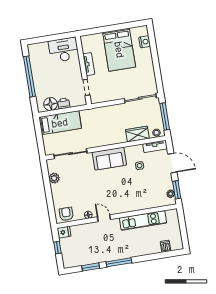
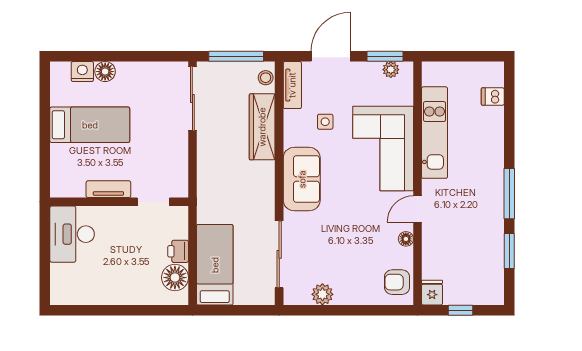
bed: (119, 50) -> (90, 125), width x0.67
floor lamp: (147, 53) -> (105, 72), added
window: (29, 76) -> (114, 310), removed
wardrobe: (137, 134) -> (262, 127), width x1.50
corner sofa: (131, 196) -> (383, 148), added

